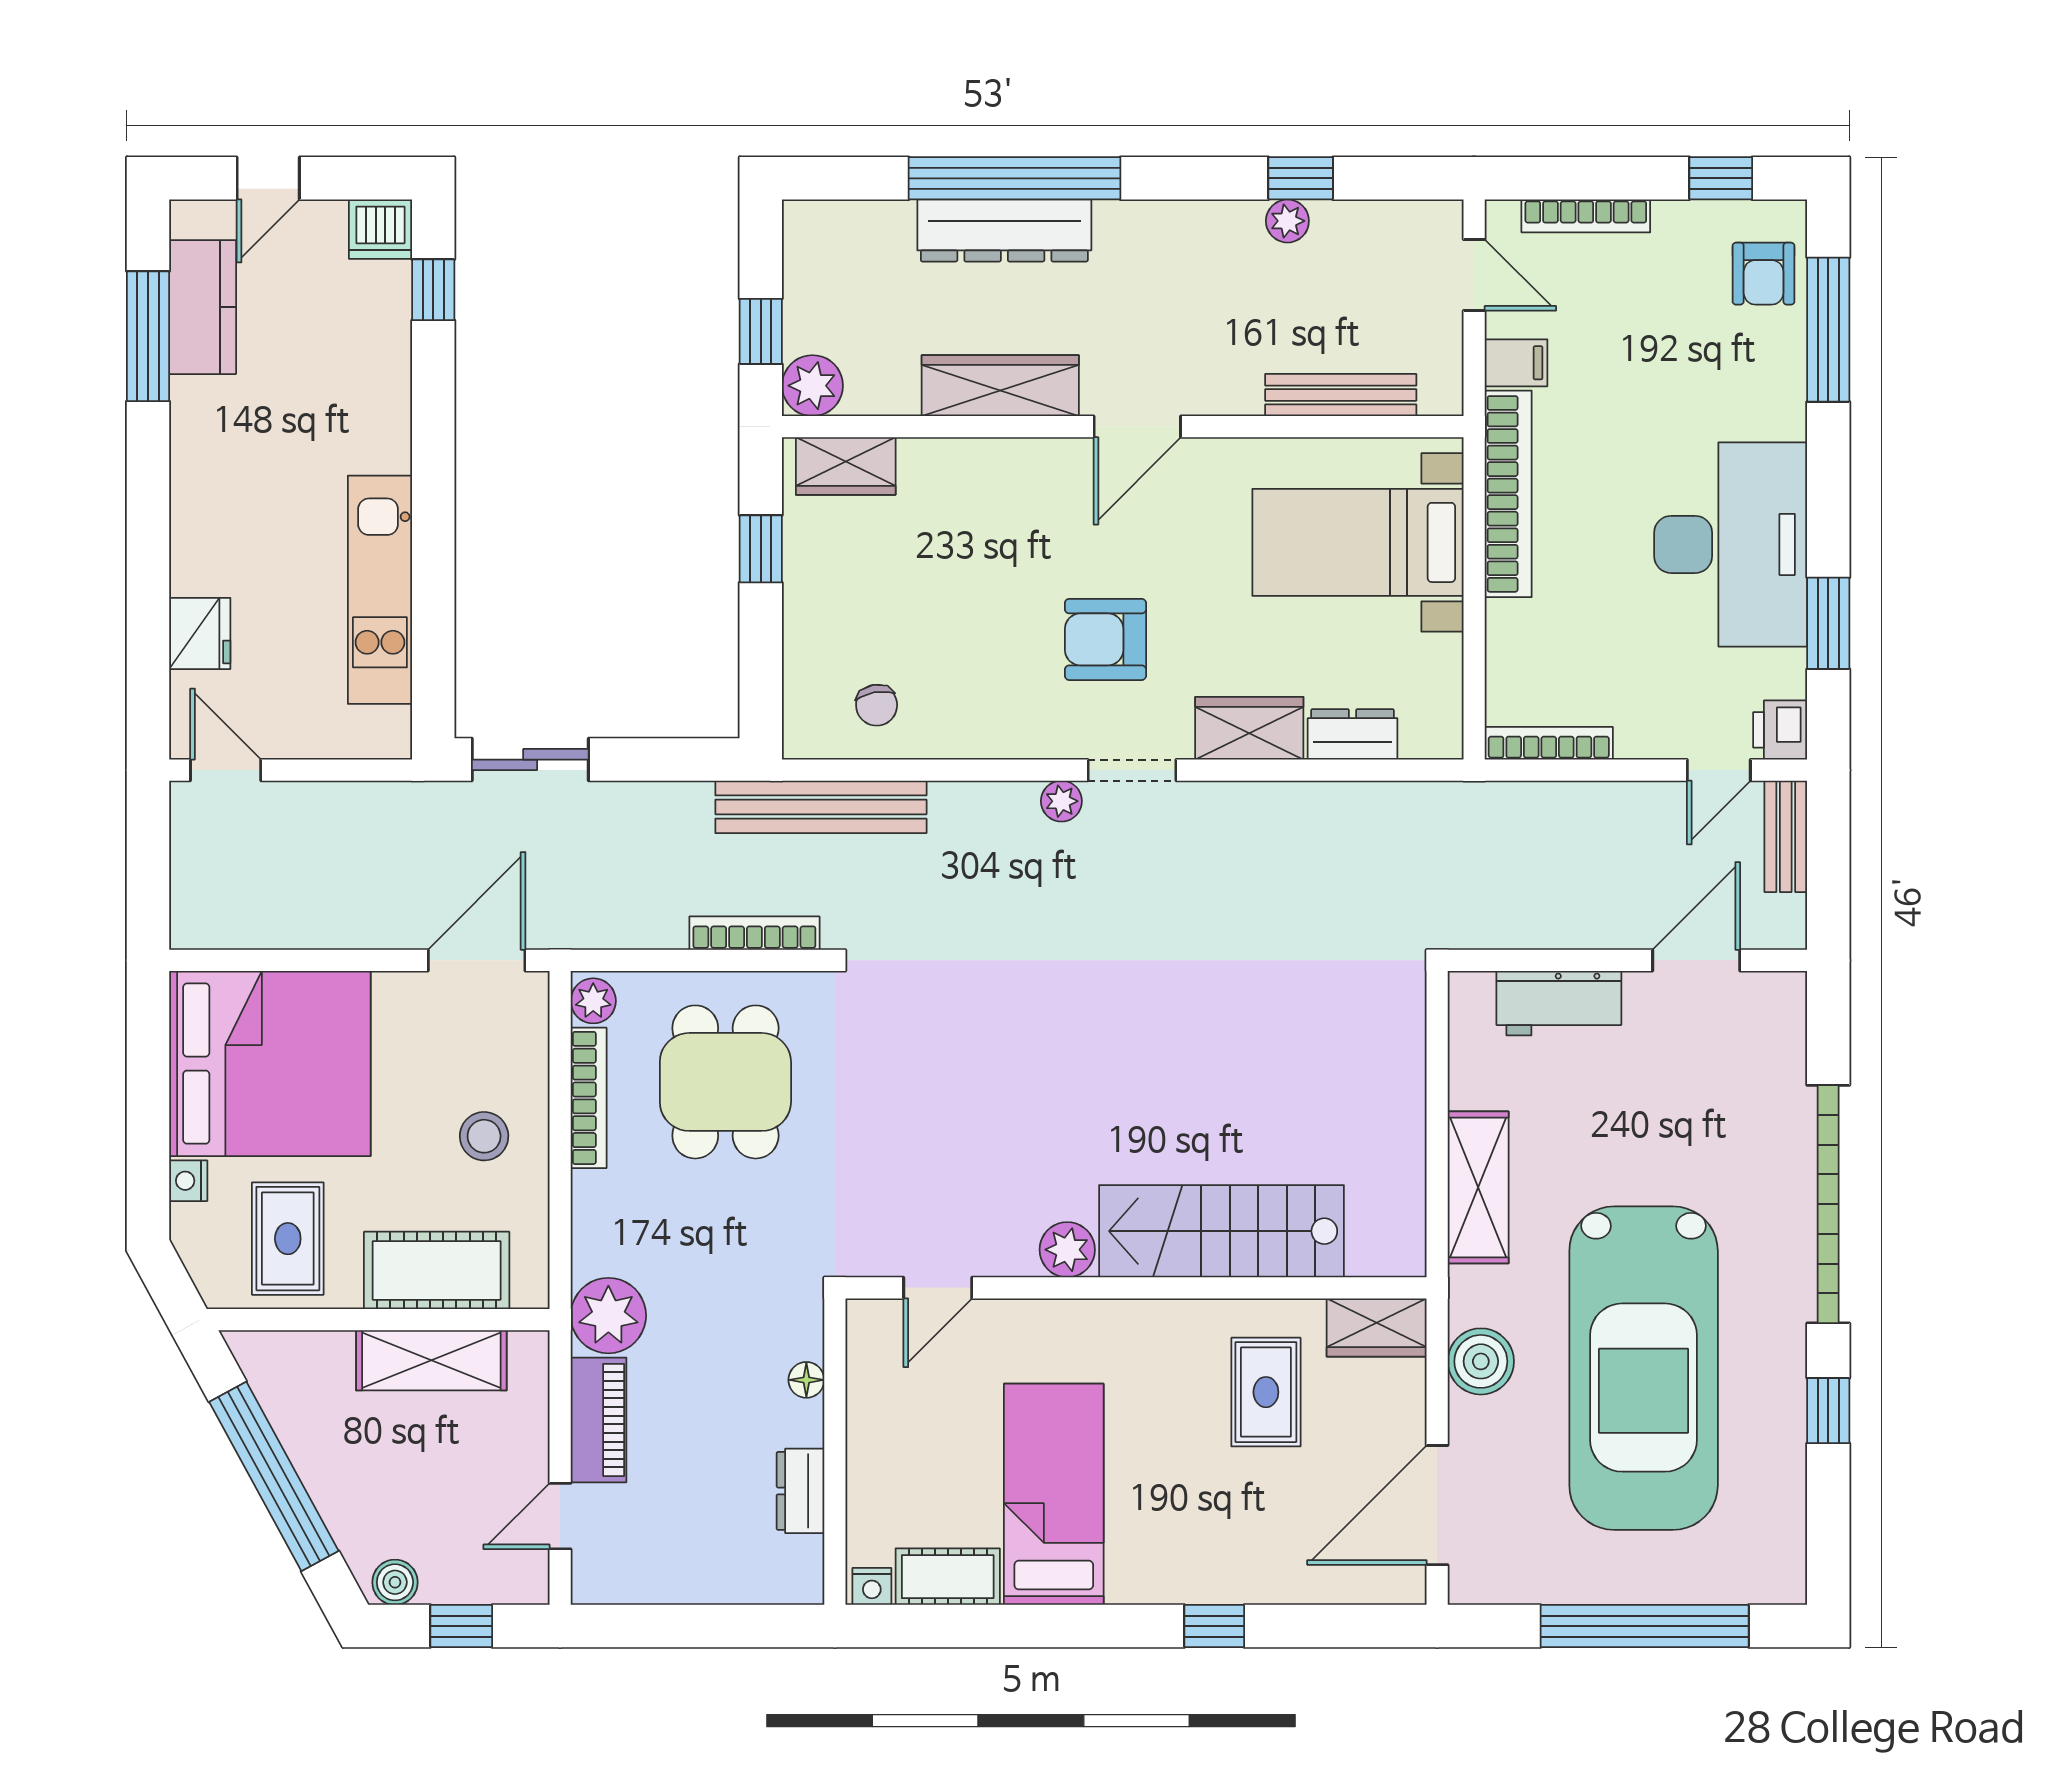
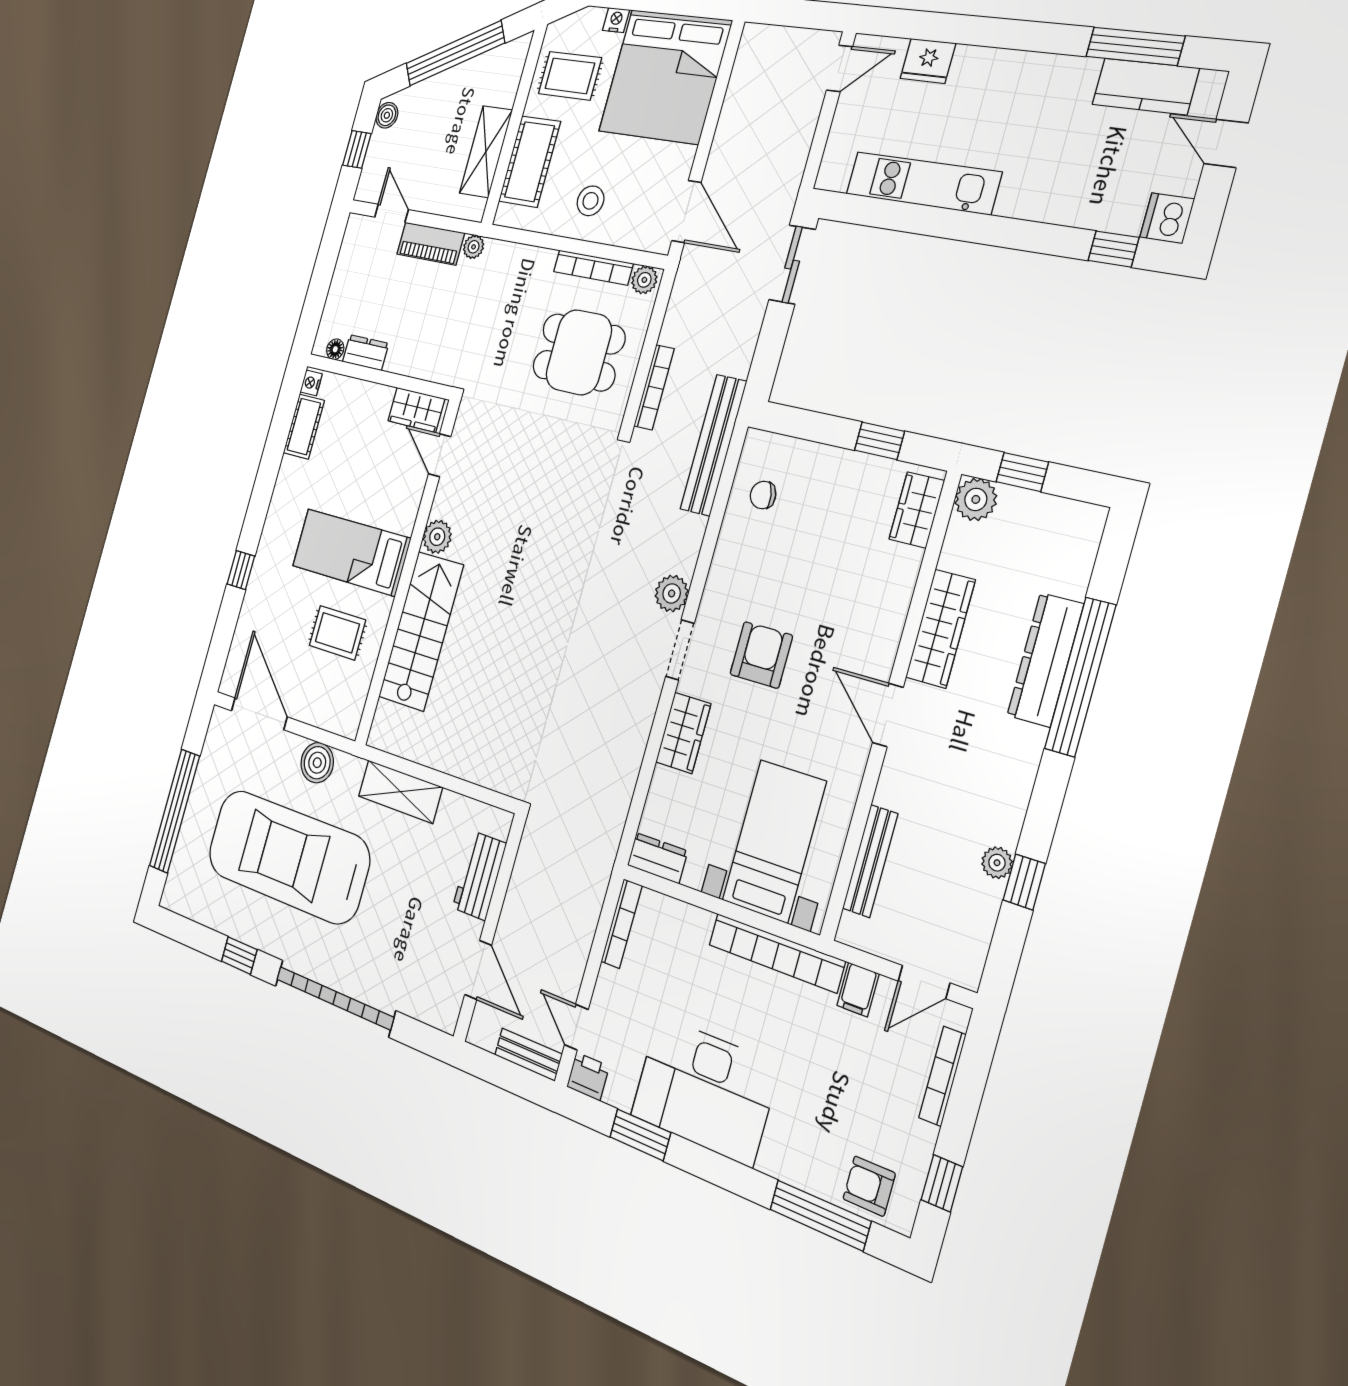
dresser: (1353, 734) -> (657, 858), moved, turned -90
plant: (1061, 801) -> (672, 593), width x1.38, depth x1.38
plant: (608, 1316) -> (474, 247), width x0.53, depth x0.53
wardrobe: (1377, 1327) -> (416, 410), moved, turned -90
floor lamp: (806, 1380) -> (335, 349), moved
bed: (1054, 1494) -> (351, 552), moved, turned 180

